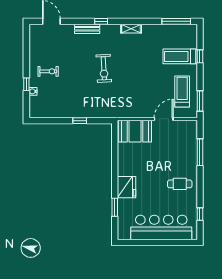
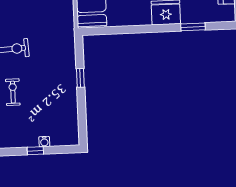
exercise bike: (48, 71) -> (13, 92), moved

